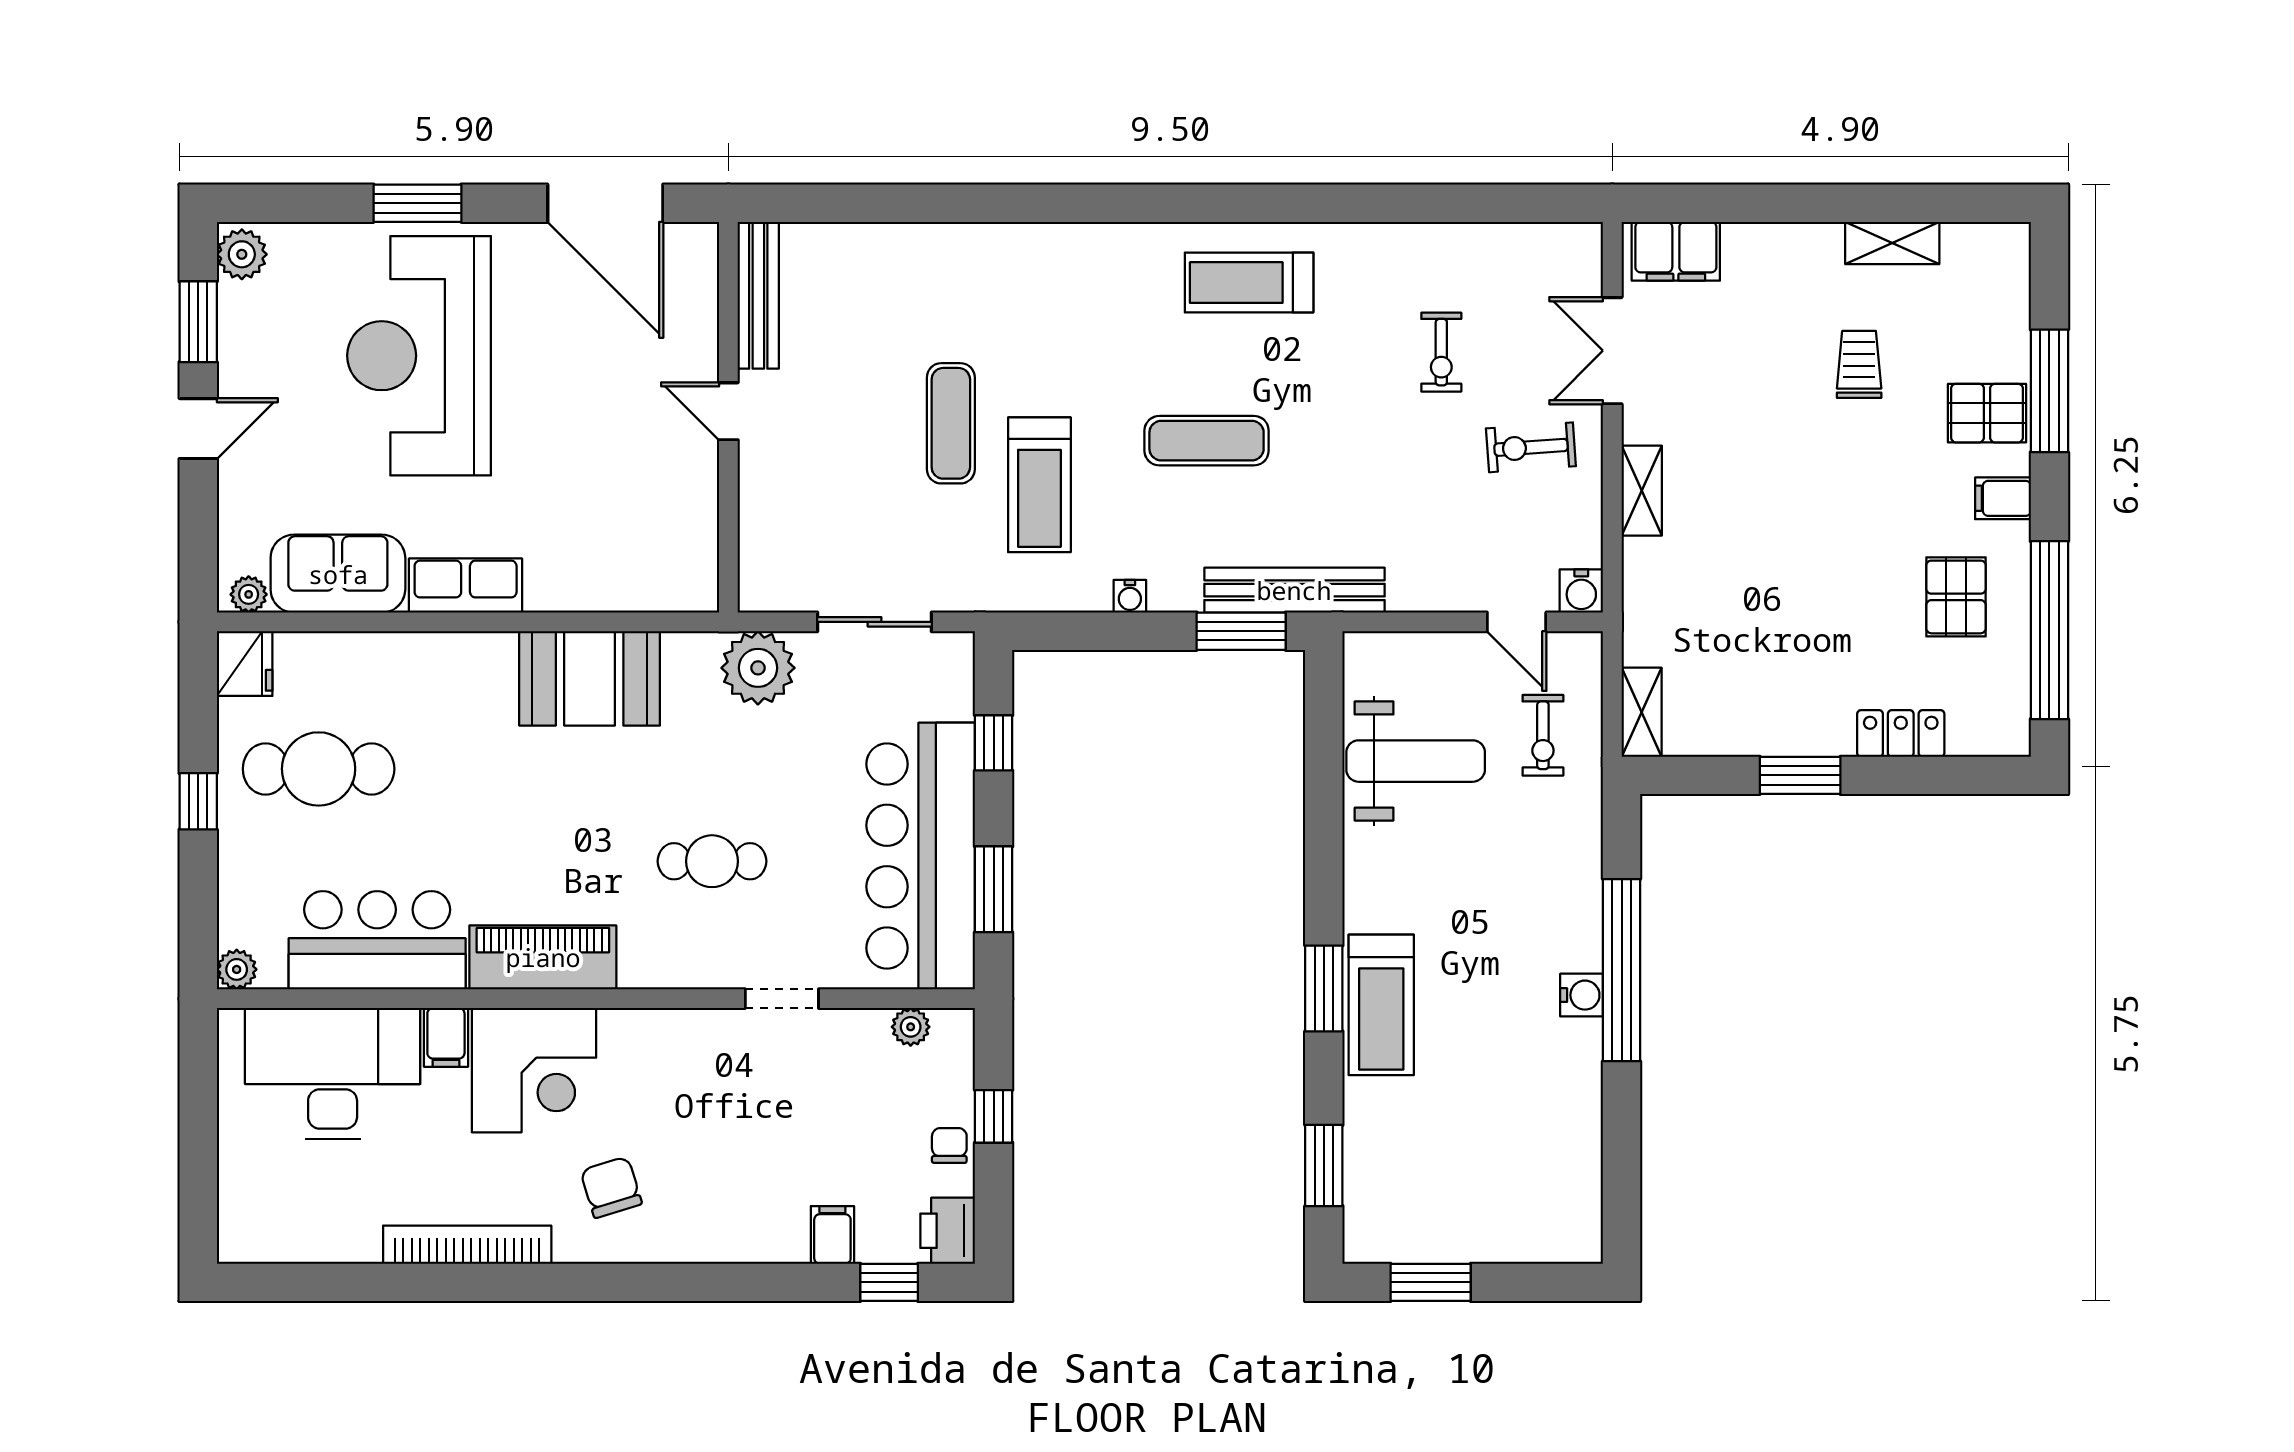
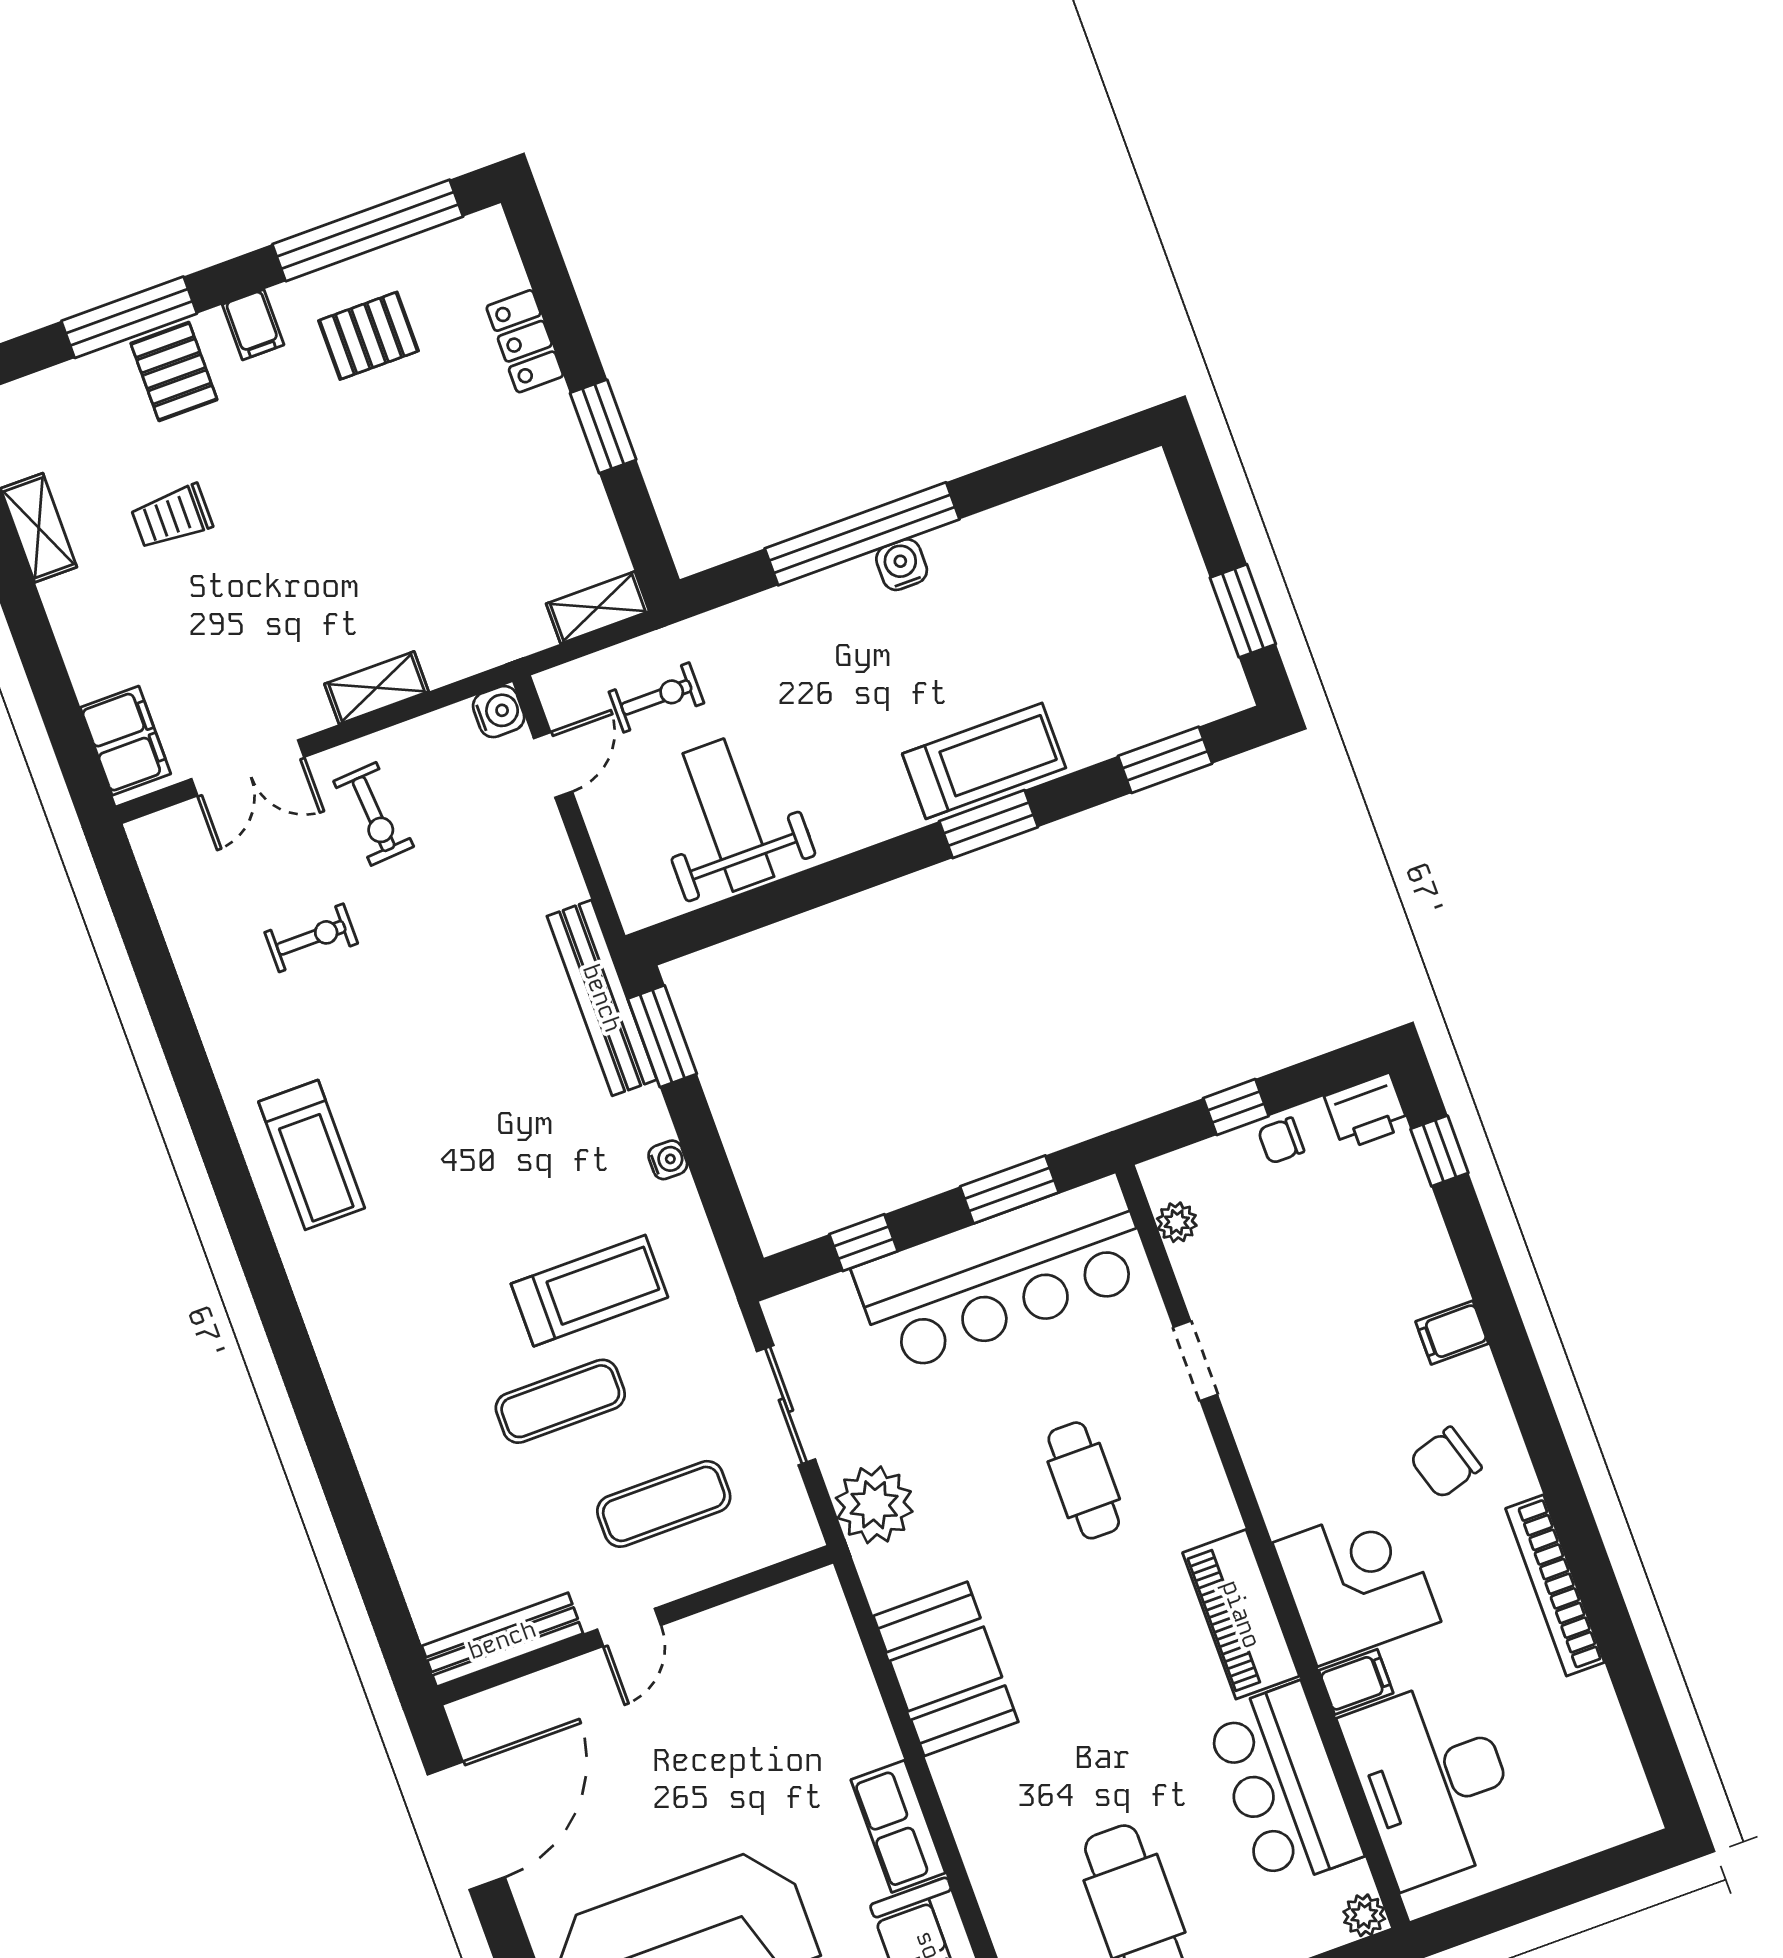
exercise mat: (1207, 441) -> (664, 1504), moved, turned 90
filing cabinet: (832, 1235) -> (1452, 1333), moved

